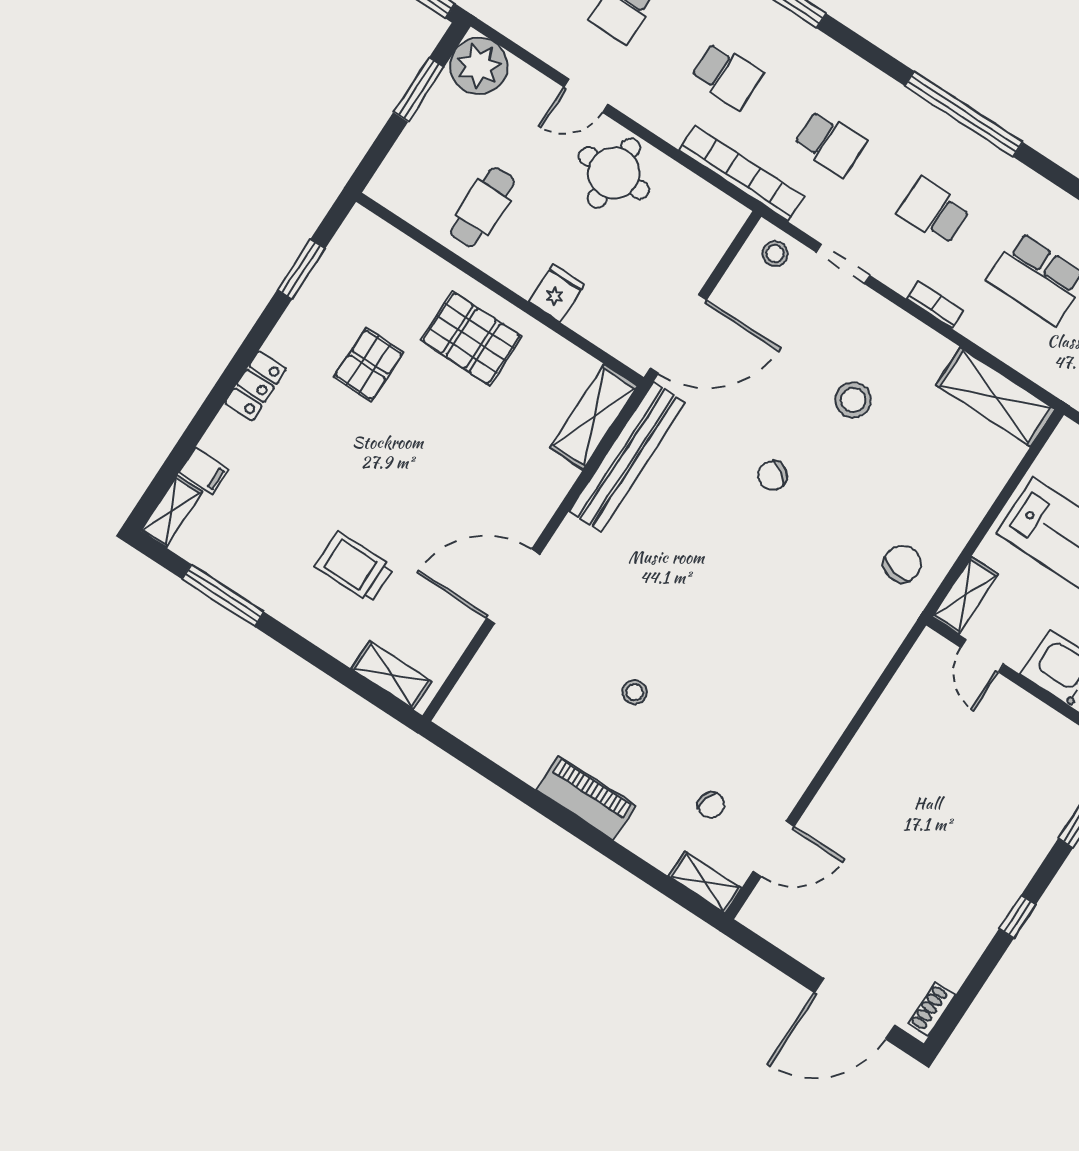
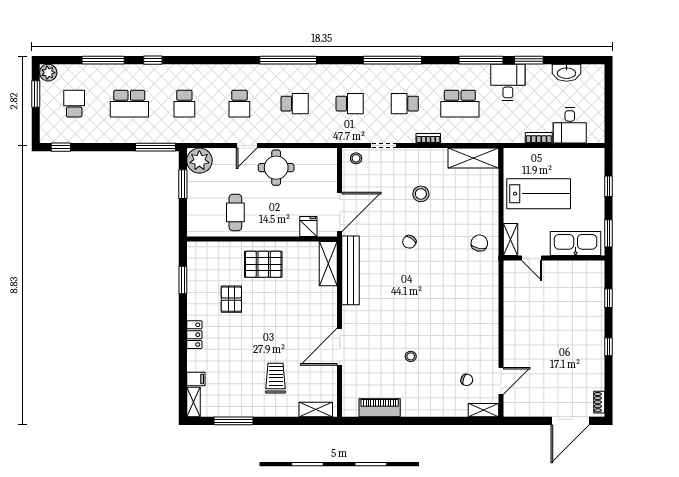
bookcase: (742, 173) -> (324, 137), removed
fridge: (556, 293) -> (308, 226), moved
trolley: (354, 567) -> (276, 378), turned 90
piano: (586, 798) -> (380, 408), moved

